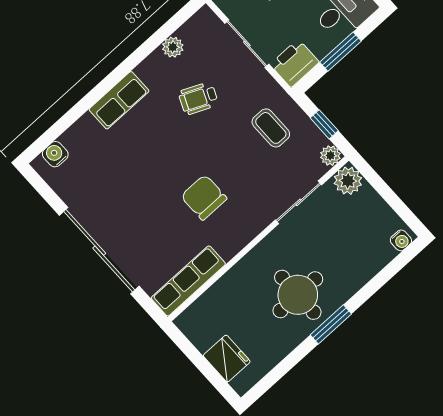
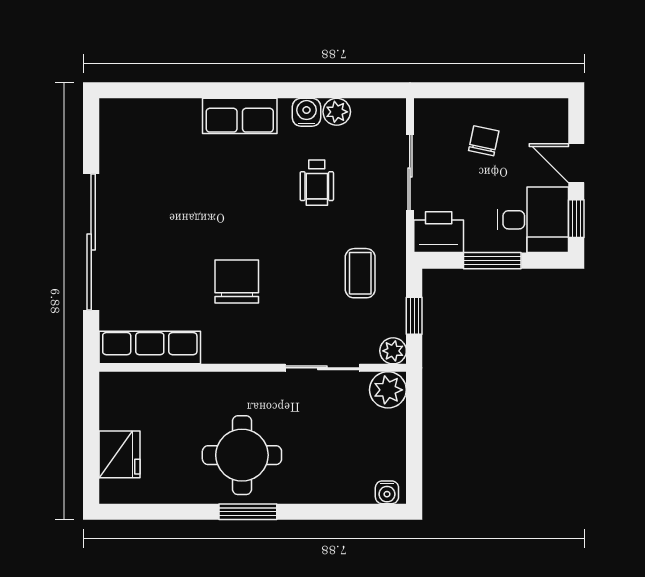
wheelchair: (198, 98) -> (317, 183), turned -114
water cooler: (55, 154) -> (307, 112), moved

